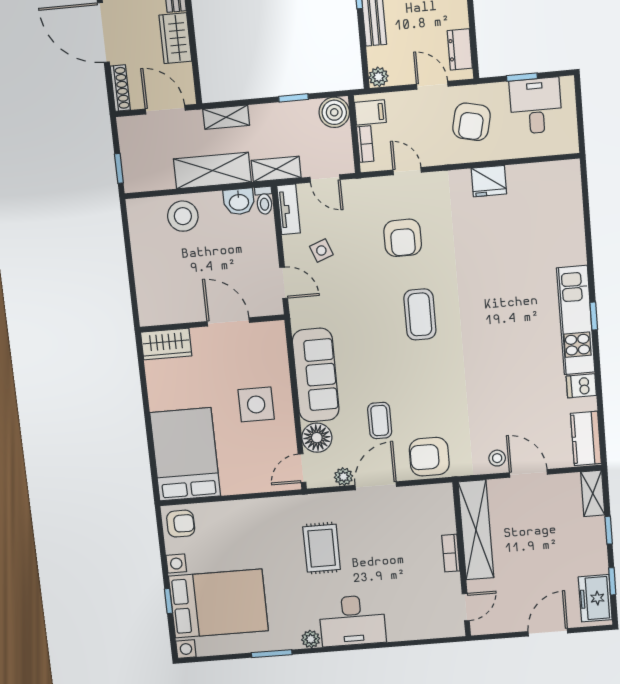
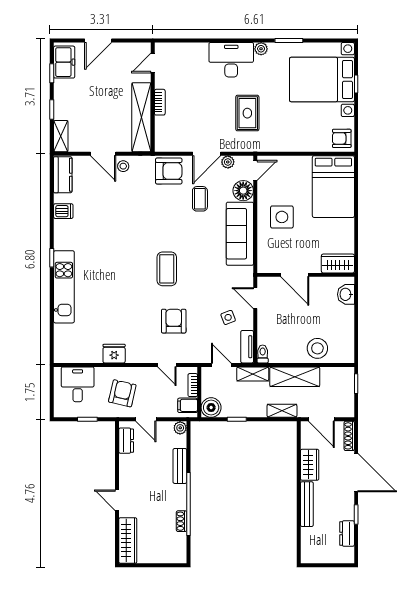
desk: (536, 106) -> (78, 384), moved, turned 180
washbasin: (239, 202) -> (346, 294), moved, turned -90
kitchen unit: (576, 320) -> (64, 287), moved

